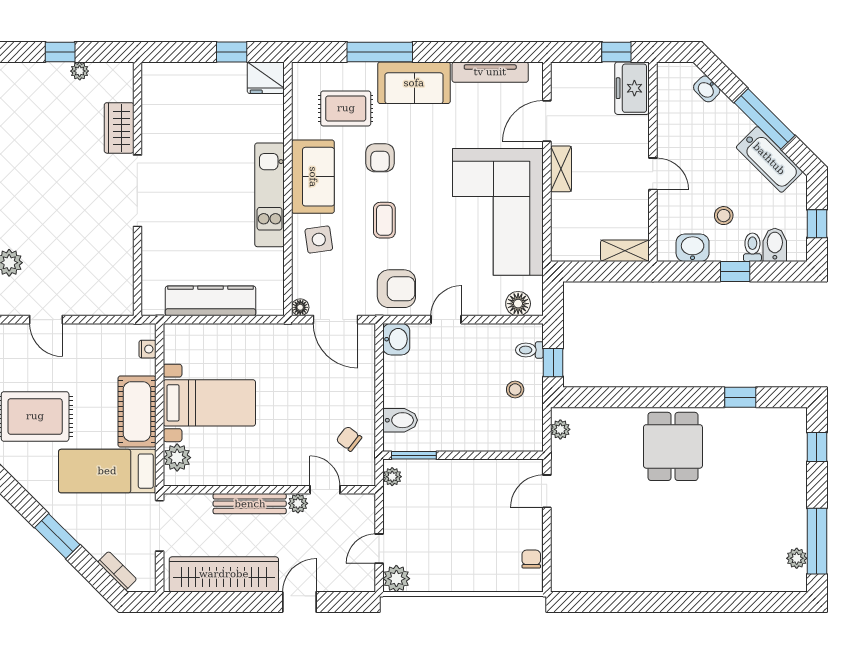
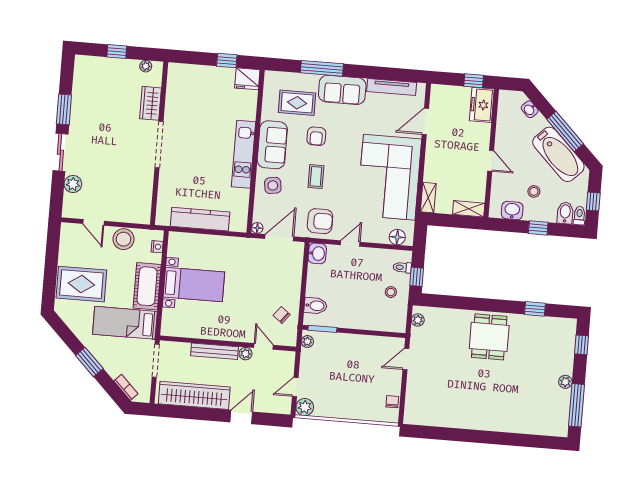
plant: (80, 71) -> (146, 66), moved
bathtub: (769, 159) -> (558, 154), width x1.36, depth x1.36
shelving: (561, 169) -> (428, 198), moved
toilet: (752, 247) -> (579, 216), moved
door: (335, 320) -> (279, 238), swing flipped
stool: (95, 342) -> (124, 239), added
plant: (177, 458) -> (170, 318), removed
plant: (797, 558) -> (565, 382), moved

